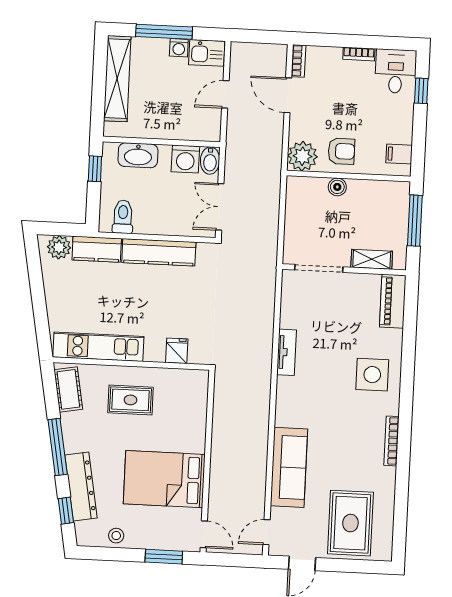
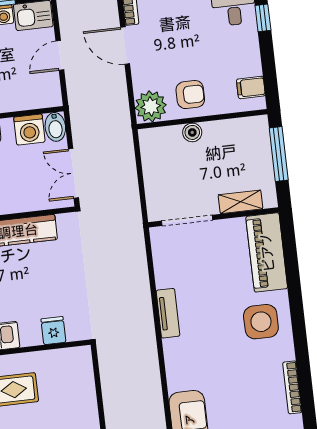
piano: (393, 301) -> (267, 252), width x1.37, depth x1.33

